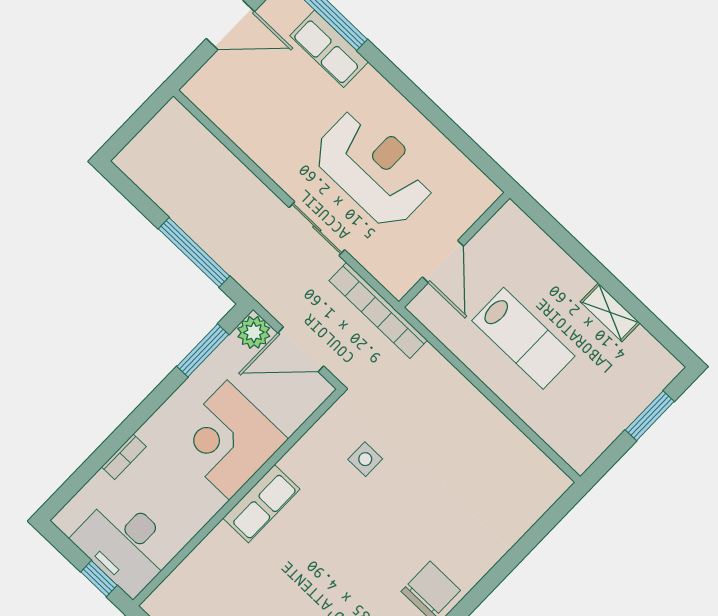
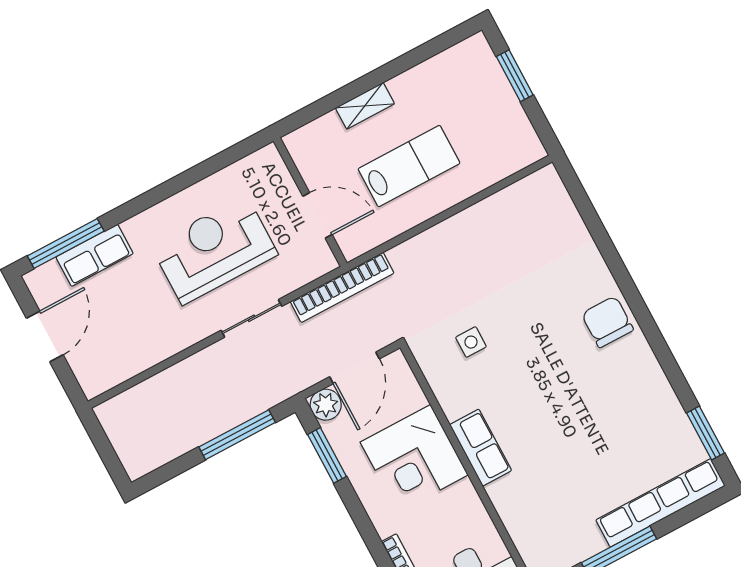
shelving: (610, 312) -> (365, 106), moved

